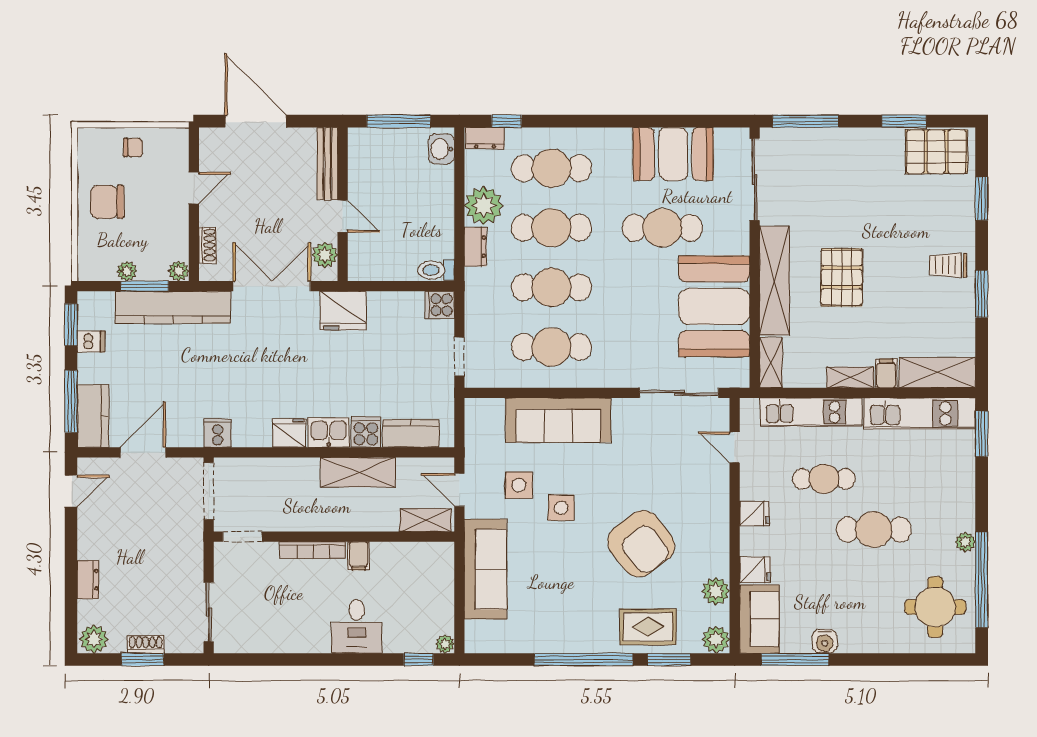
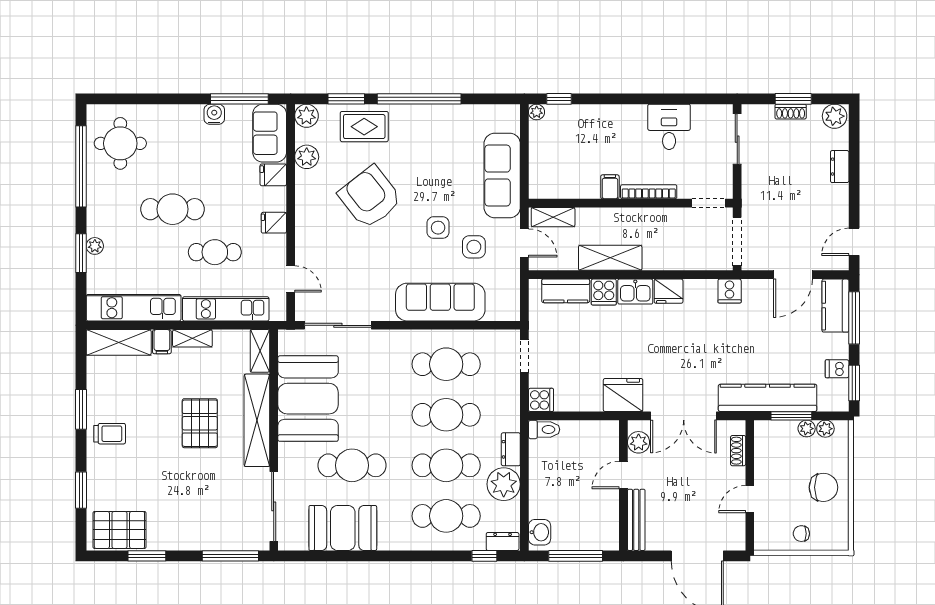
door: (343, 216) -> (623, 475), hinge flipped
plant: (179, 271) -> (825, 429), moved
window: (982, 434) -> (81, 253), moved
plant: (965, 542) -> (95, 246), moved
desk: (357, 626) -> (669, 127), moved

